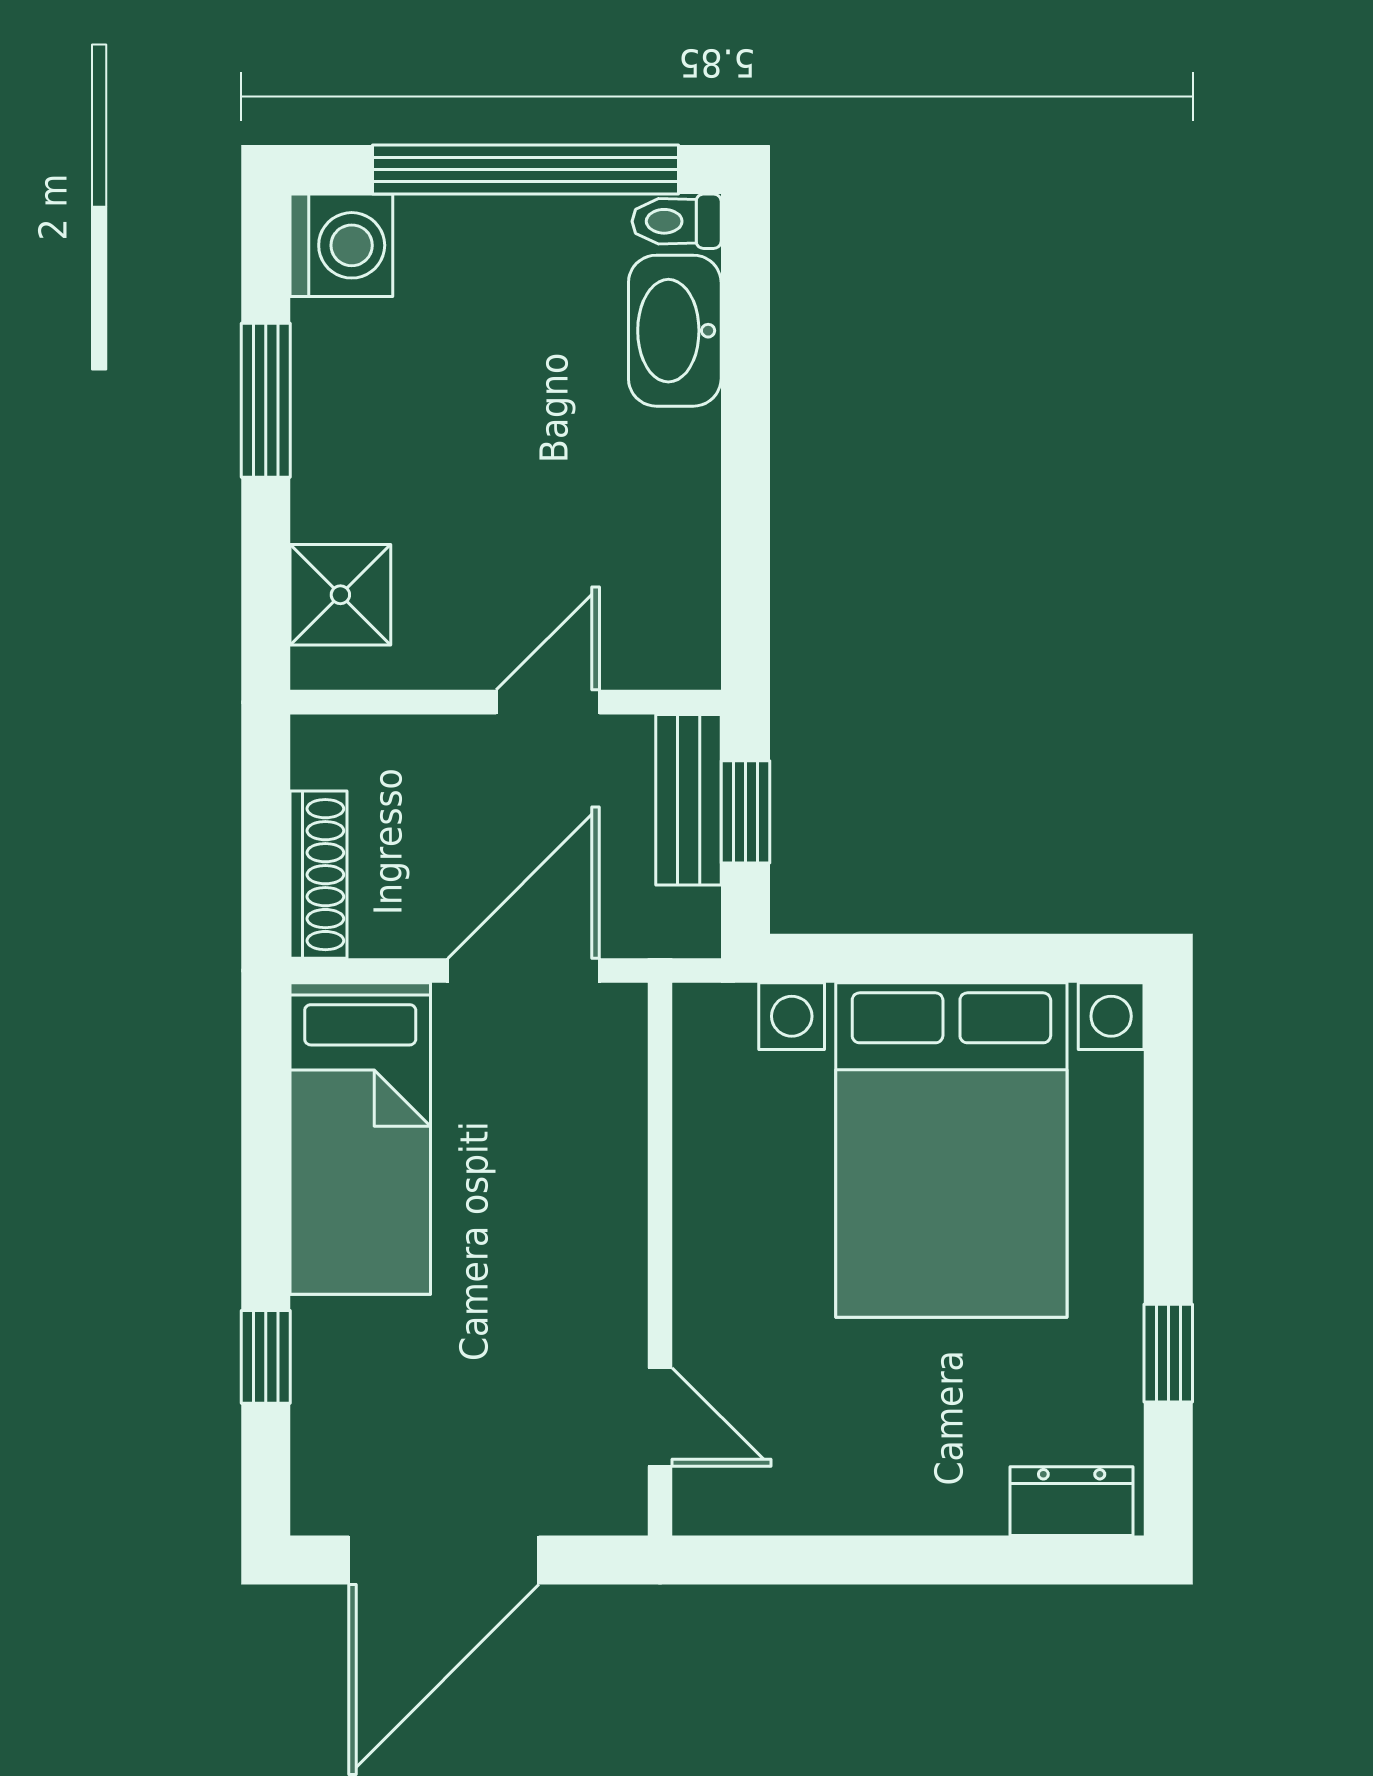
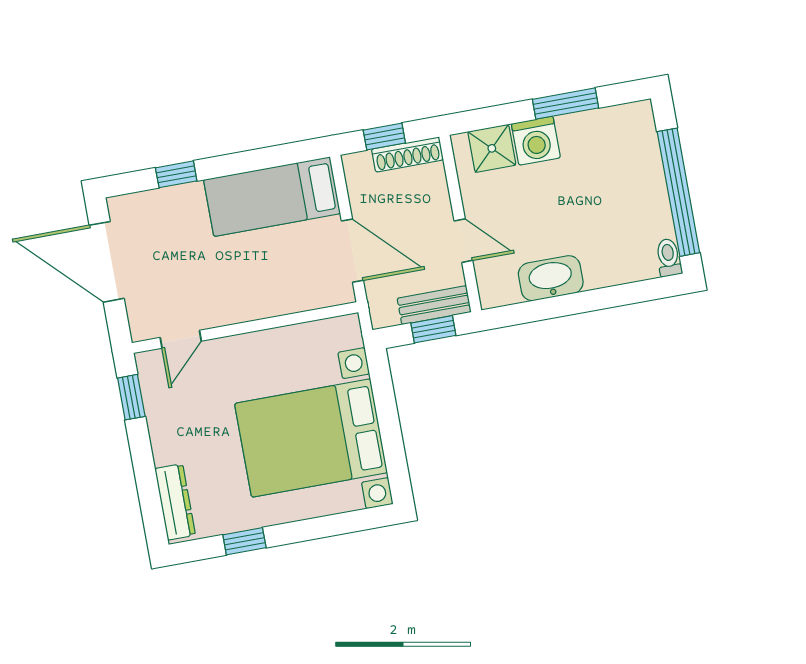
washing machine: (341, 245) -> (536, 141), moved
washbasin: (675, 331) -> (551, 278), moved
window: (266, 845) -> (384, 136), added
shoe rack: (319, 875) -> (407, 154), moved
dresser: (1072, 1501) -> (175, 502), width x1.44
window: (777, 1560) -> (131, 397), added

